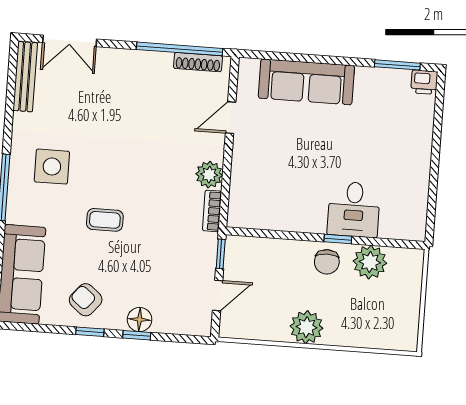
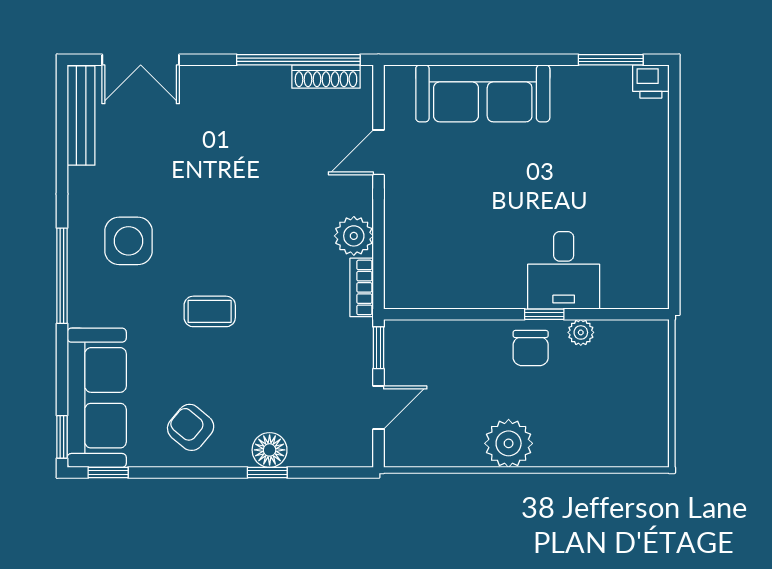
plant: (370, 262) -> (581, 332), width x0.53, depth x0.53
window: (90, 332) -> (108, 473), moved

